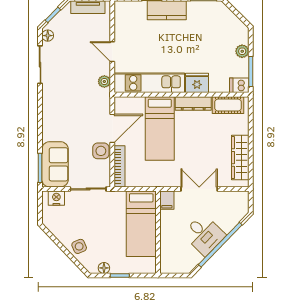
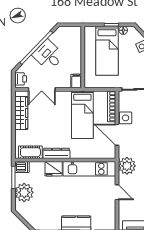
plant: (242, 51) -> (24, 192), width x1.88, depth x1.88
plant: (104, 81) -> (127, 166), width x1.87, depth x1.87
door: (112, 128) -> (117, 135), hinge flipped
bed: (160, 128) -> (82, 115), moved, turned 180
double door: (199, 189) -> (42, 89), moved
printer: (241, 203) -> (21, 79), added
bed: (141, 224) -> (107, 51), moved, turned 180

